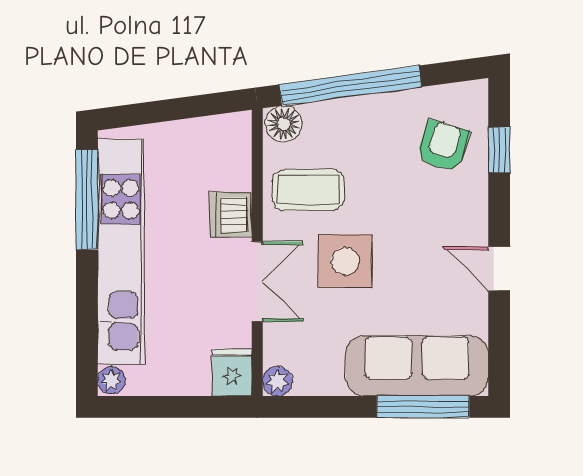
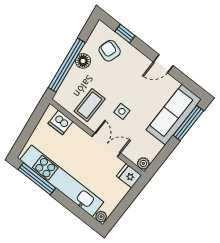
floor lamp: (284, 124) -> (83, 61), moved
dishwasher: (231, 215) -> (60, 122), moved
side table: (345, 261) -> (122, 111), width x0.54, depth x0.54

